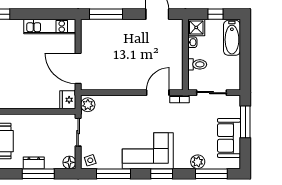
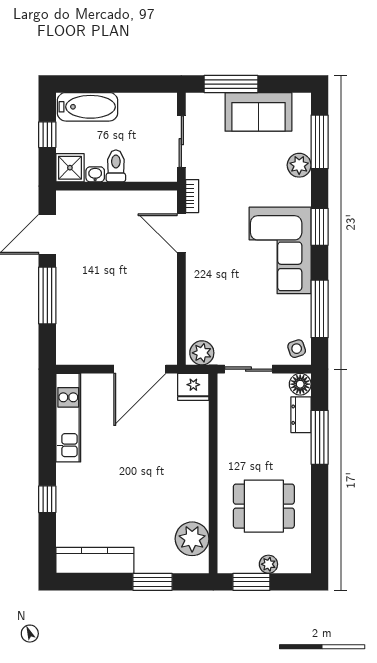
window: (106, 14) -> (47, 296), moved
toilet: (197, 64) -> (116, 166), moved
dresser: (34, 163) -> (301, 415), moved

